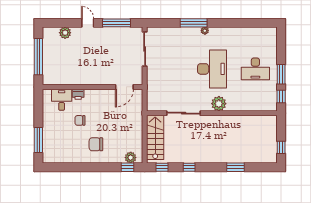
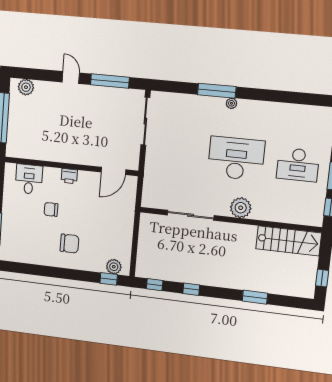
plant: (65, 33) -> (26, 87), moved
desk: (212, 69) -> (236, 158), turned -90
printer: (78, 94) -> (69, 176), moved
stairs: (155, 137) -> (288, 241), moved, turned 90
chair: (96, 144) -> (69, 244), turned 180

